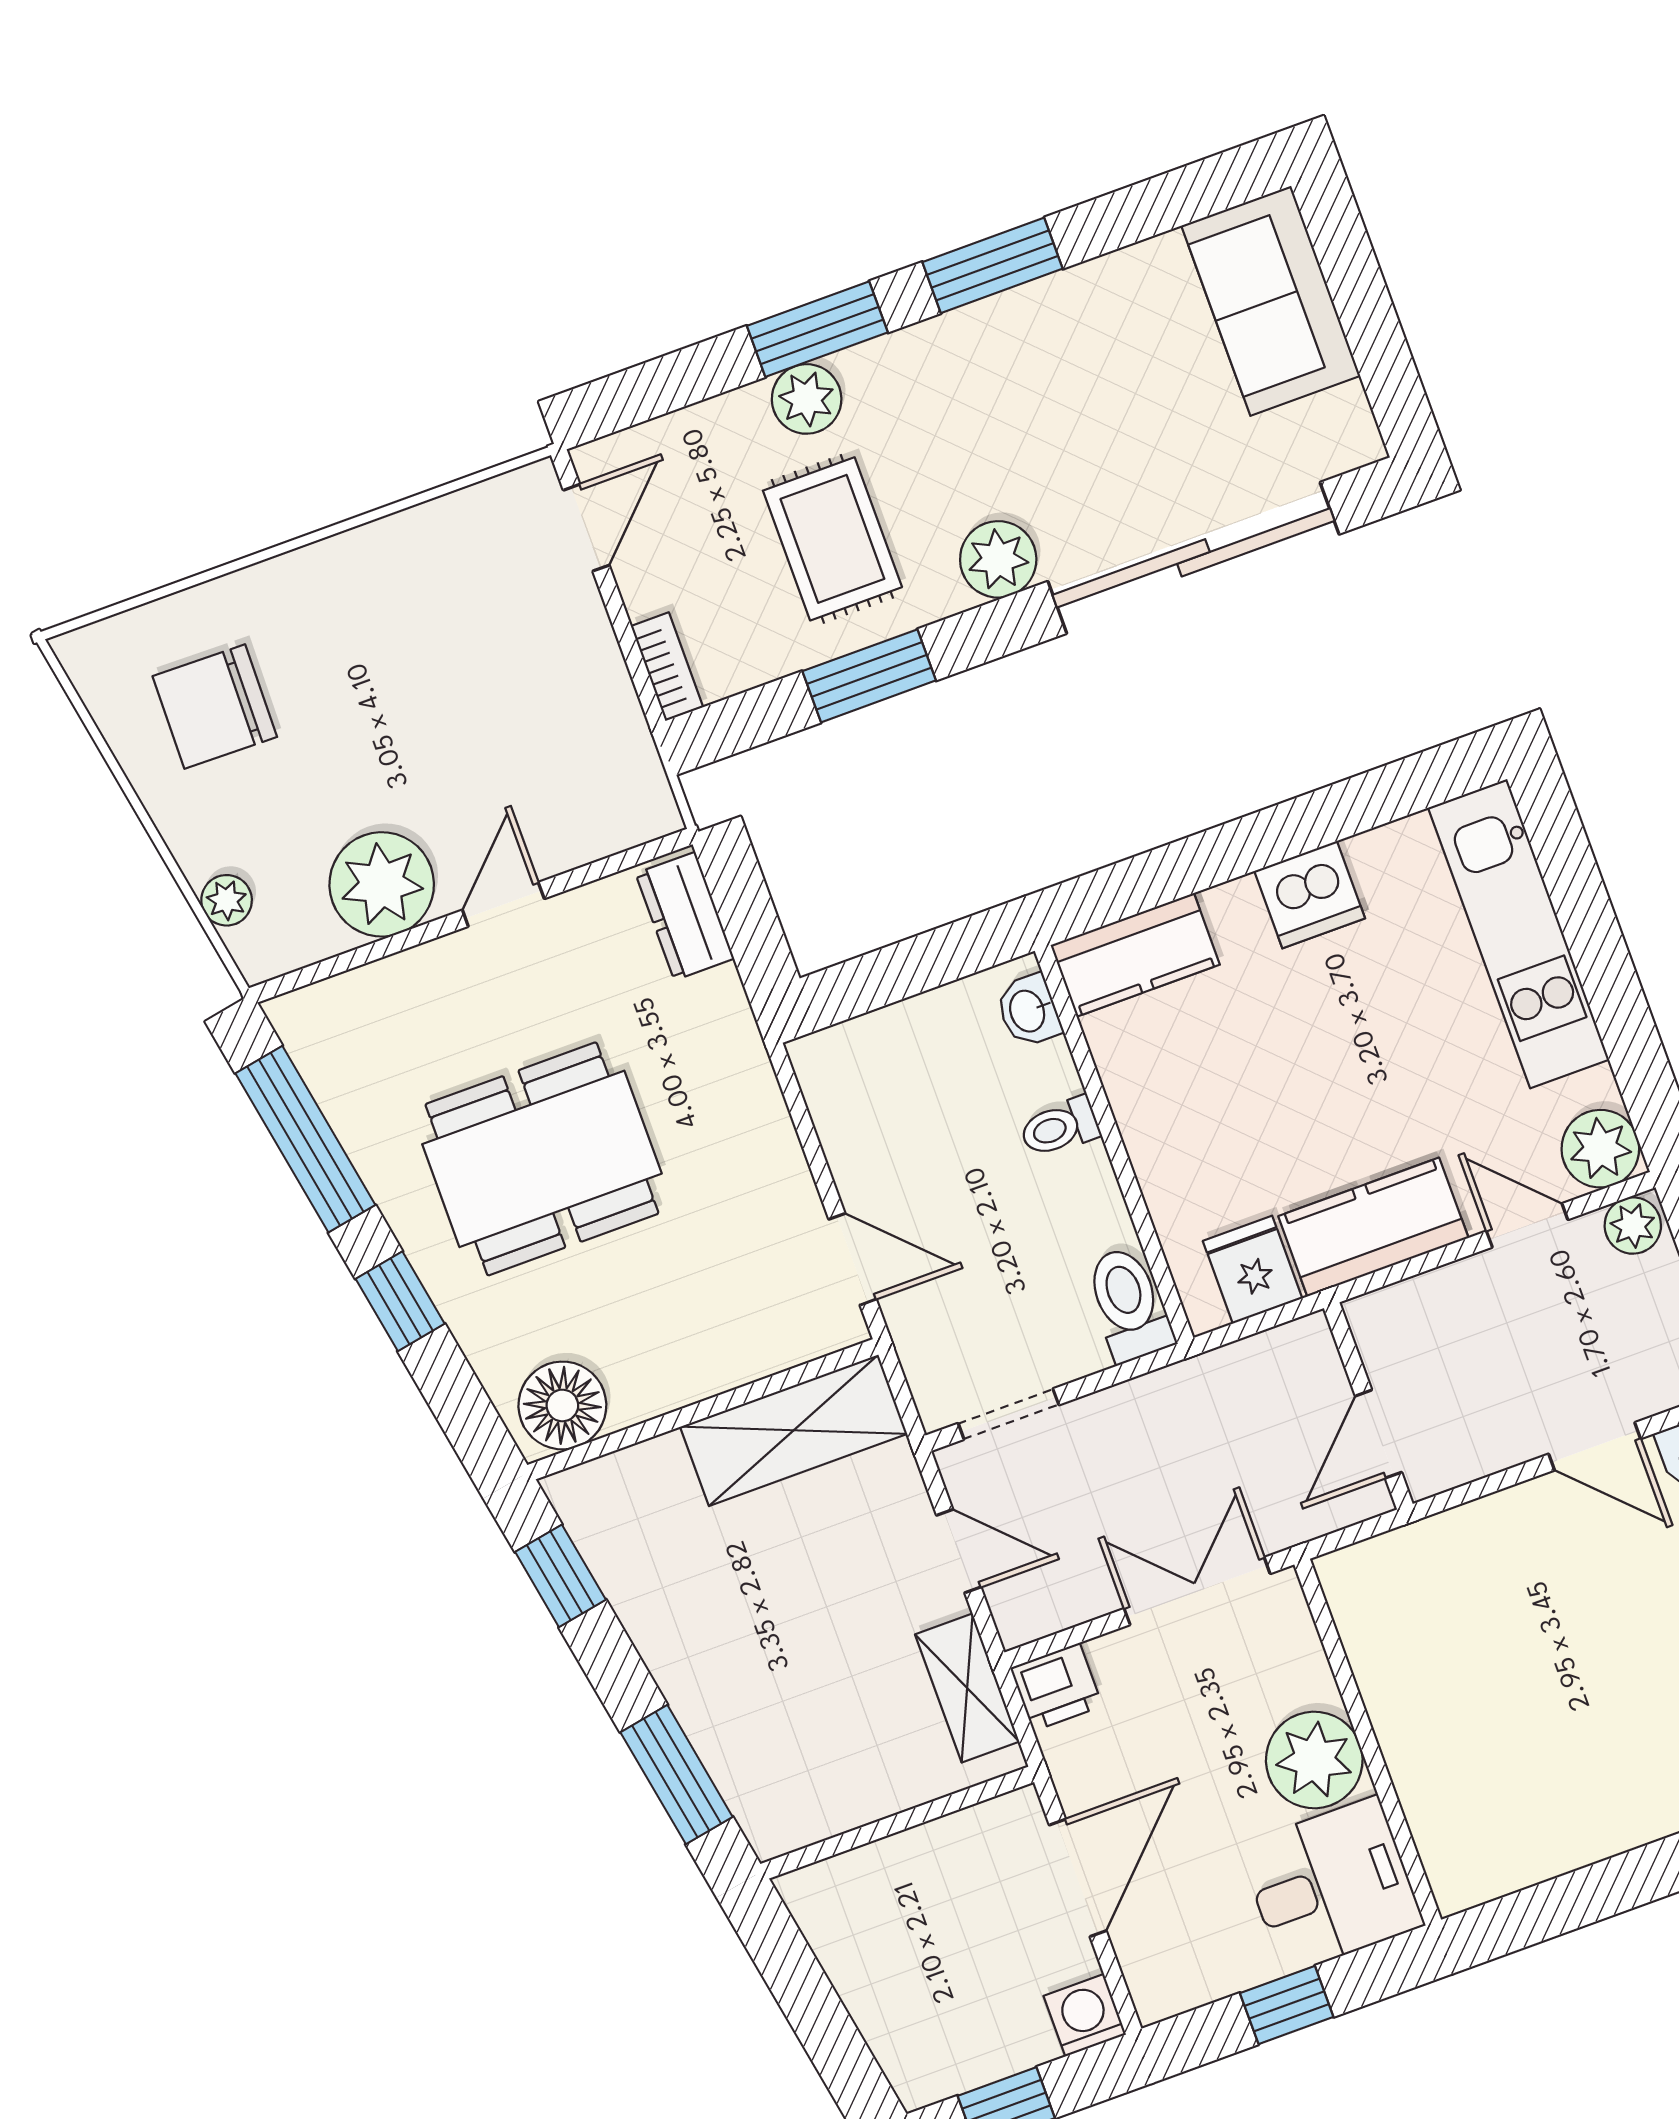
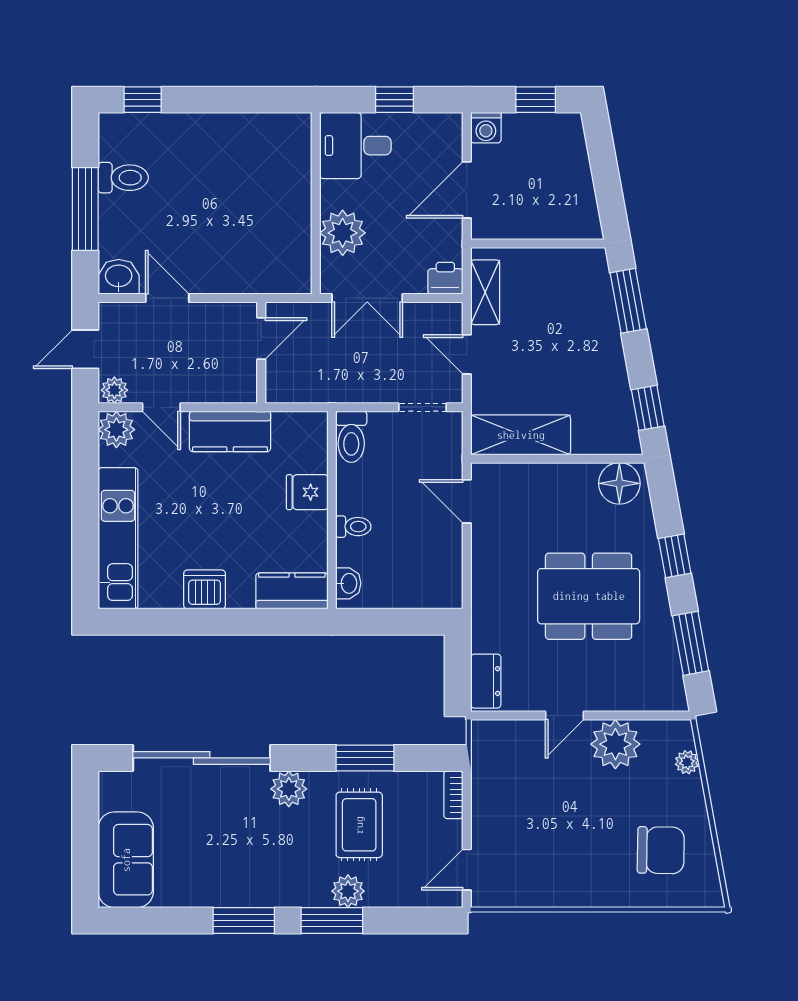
window: (305, 1139) -> (691, 643), width x0.69
fridge: (1253, 1270) -> (307, 492), moved, turned 90
plant: (1314, 1760) -> (343, 233), moved

